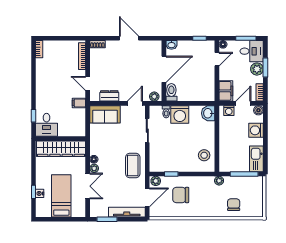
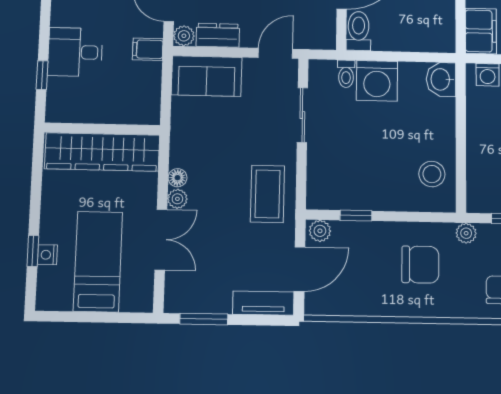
plant: (154, 97) -> (184, 36), moved
desk: (47, 125) -> (75, 52), moved, turned 90
chair: (181, 195) -> (420, 265), moved, turned 180
tv unit: (127, 212) -> (263, 303), width x0.71

